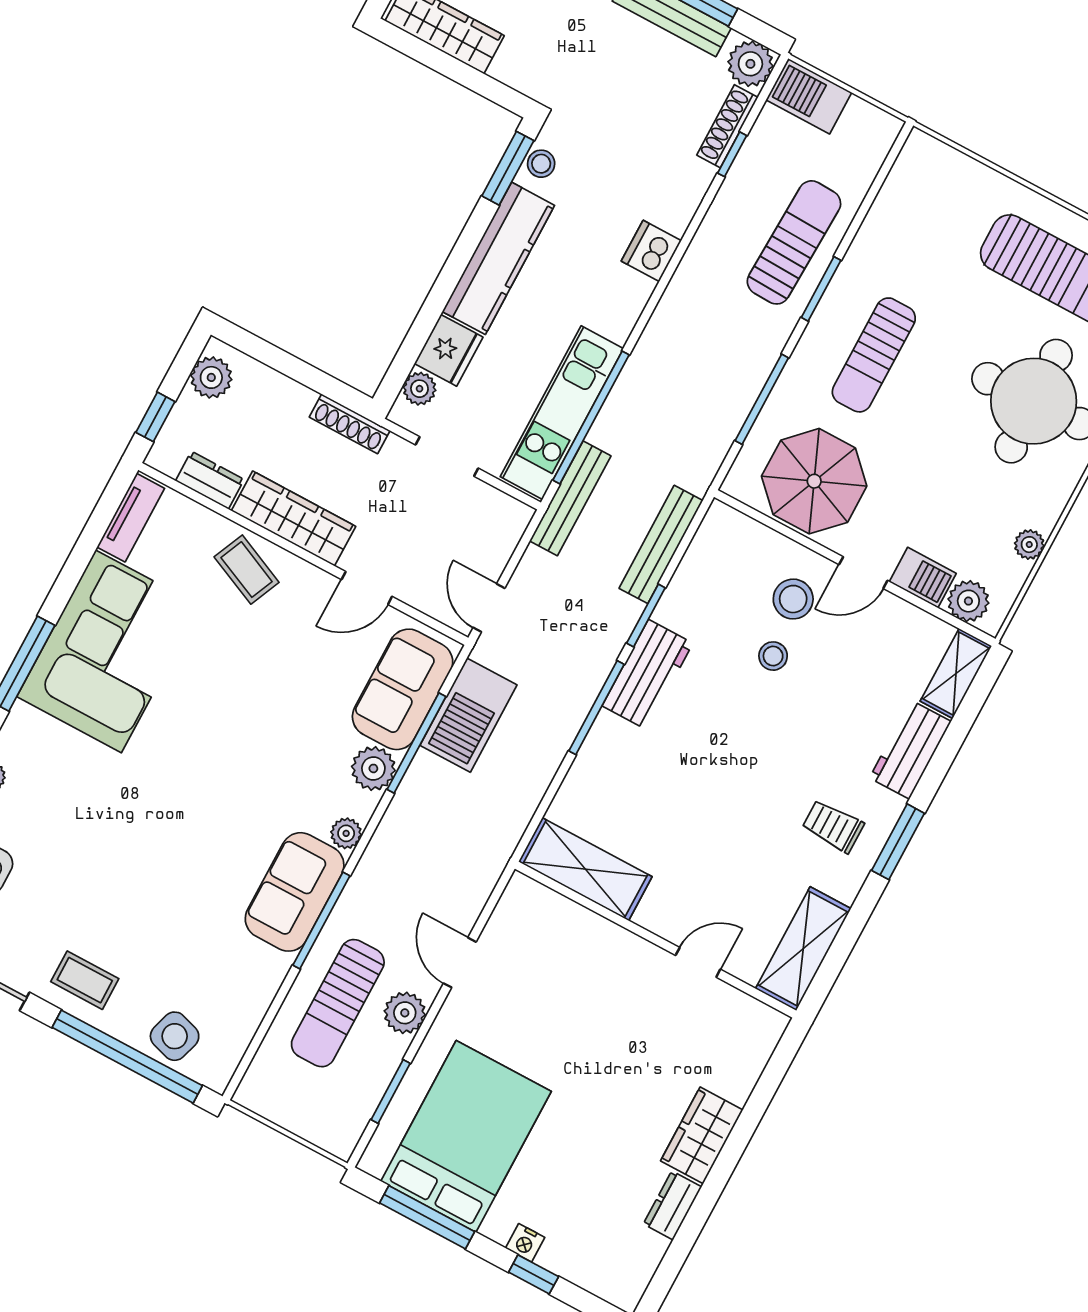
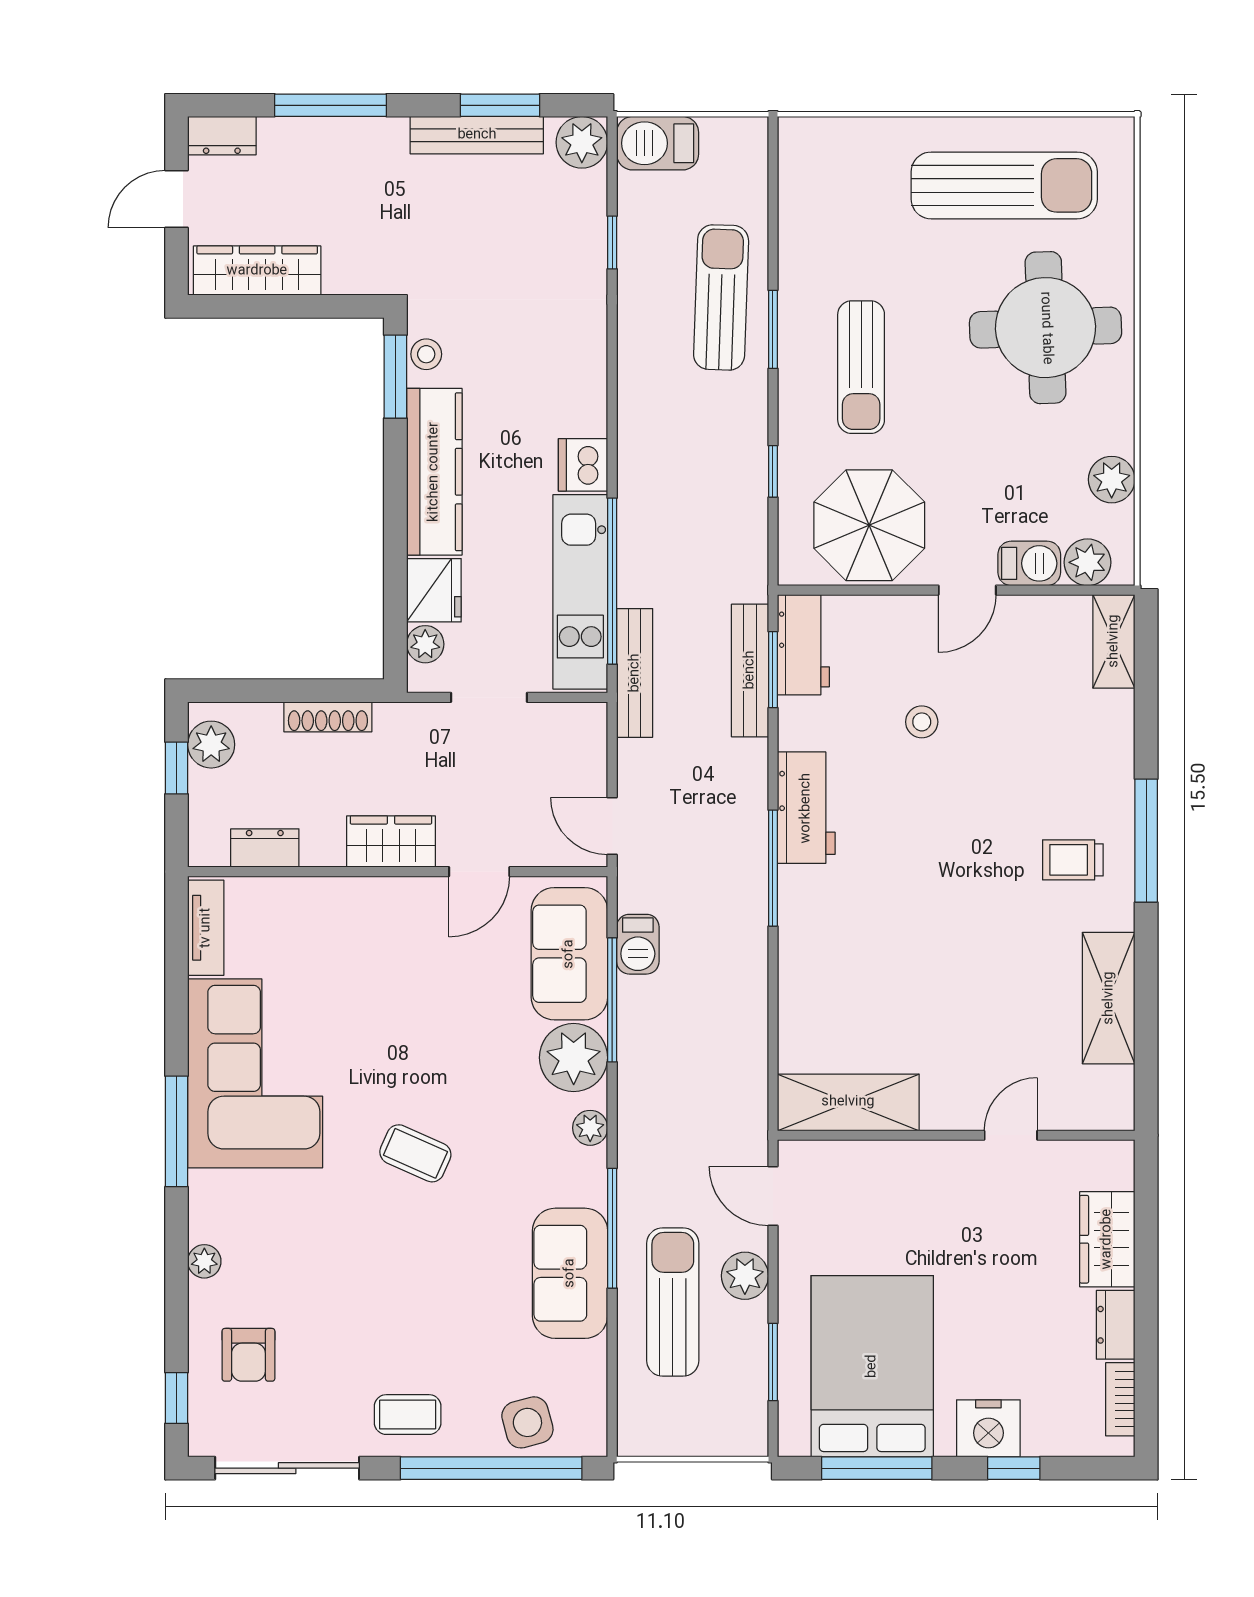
shoe rack: (727, 126) -> (592, 217), removed
dishwasher: (651, 251) -> (583, 465), moved
window: (762, 399) -> (773, 471), width x0.46
window: (155, 417) -> (176, 768), moved
shoe rack: (350, 424) -> (328, 717), moved
wardrobe: (293, 519) -> (391, 841), width x0.67
plant: (1029, 545) -> (1112, 480), width x1.38, depth x1.38
coffee table: (247, 570) -> (415, 1153), moved
stool: (793, 599) -> (911, 654), removed
window: (646, 615) -> (773, 670), moved
barbecue: (469, 715) -> (638, 944), width x0.53, depth x0.65
workbench: (910, 750) -> (803, 645), moved, turned 180
plant: (373, 768) -> (574, 1058), width x1.36, depth x1.36
window: (898, 842) -> (1146, 841), width x1.44
shelving: (585, 869) -> (848, 1102), moved
sofa: (295, 892) -> (570, 1273), moved
wall: (655, 940) -> (956, 1135), moved
door: (698, 962) -> (1011, 1135), moved
sun lounger: (338, 1003) -> (673, 1302), turned 180
side table: (175, 1036) -> (527, 1422), turned -32
nightstand: (525, 1243) -> (988, 1428), width x1.89, depth x1.79
bookcase: (645, 1265) -> (1120, 1399), added

